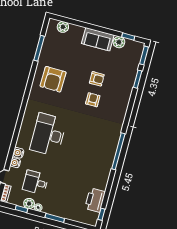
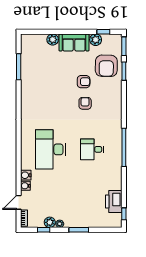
plant: (63, 27) -> (53, 40), moved
armchair: (53, 79) -> (106, 66), moved
desk: (35, 182) -> (92, 149), moved

